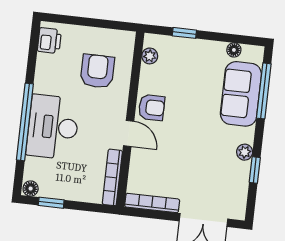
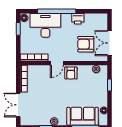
double door: (101, 23) -> (109, 43), added
printer: (49, 41) -> (78, 19), moved
armchair: (97, 71) -> (86, 44), turned 180
desk: (53, 127) -> (45, 25), moved

